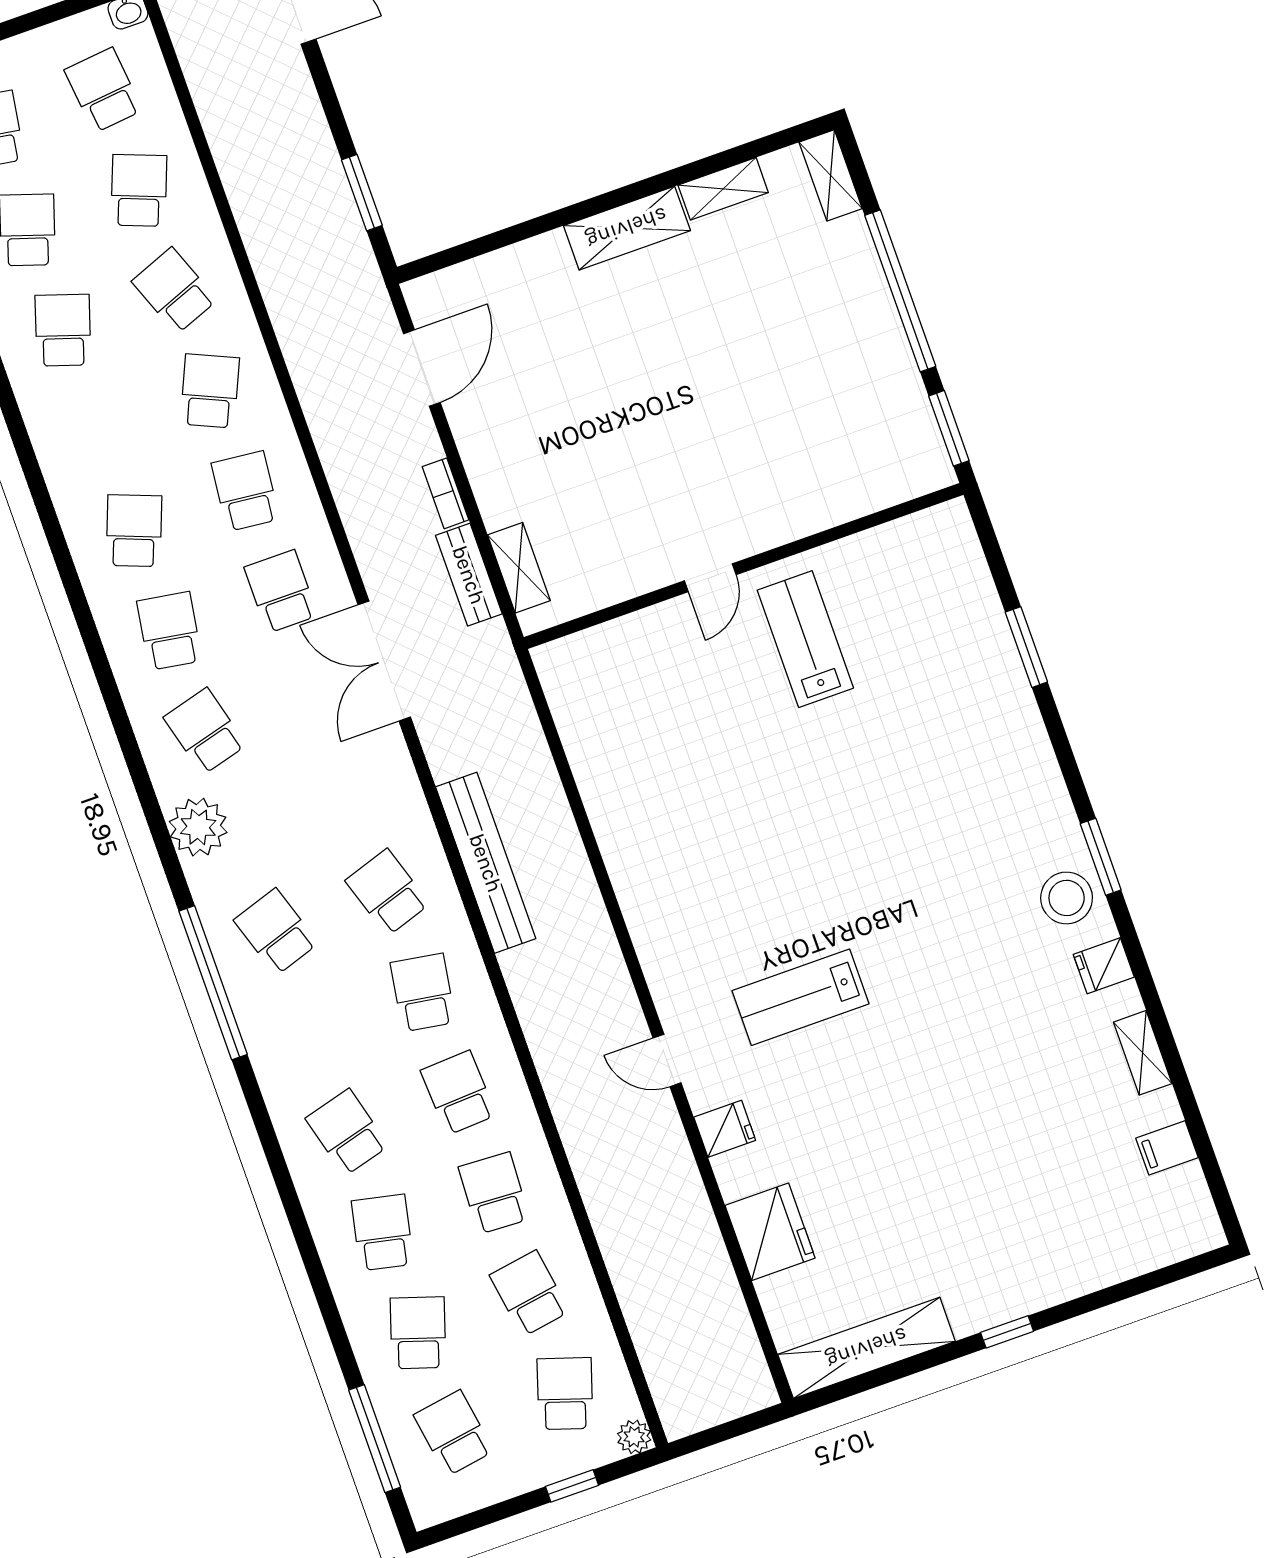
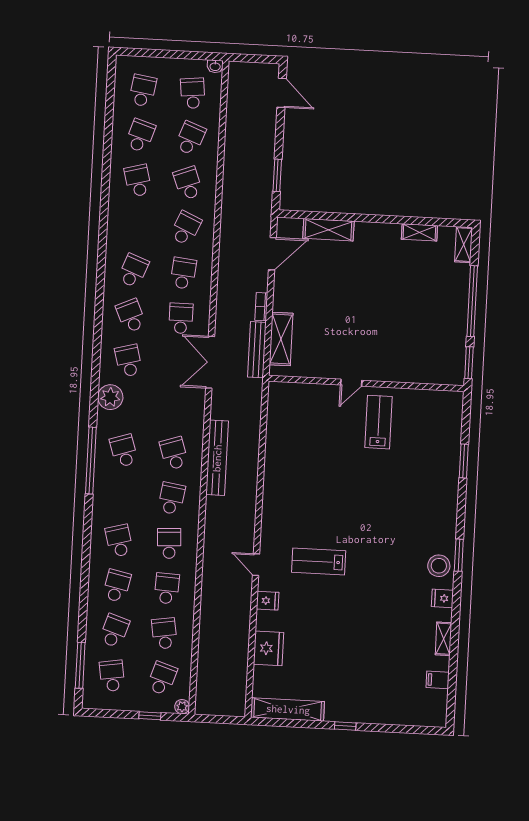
shelving: (627, 228) -> (328, 230), moved
school desk: (63, 330) -> (138, 181), turned -33
shelving: (519, 568) -> (281, 339), width x1.50, depth x1.33
bench: (469, 575) -> (257, 350), width x1.36
school desk: (169, 631) -> (131, 316), turned -33

